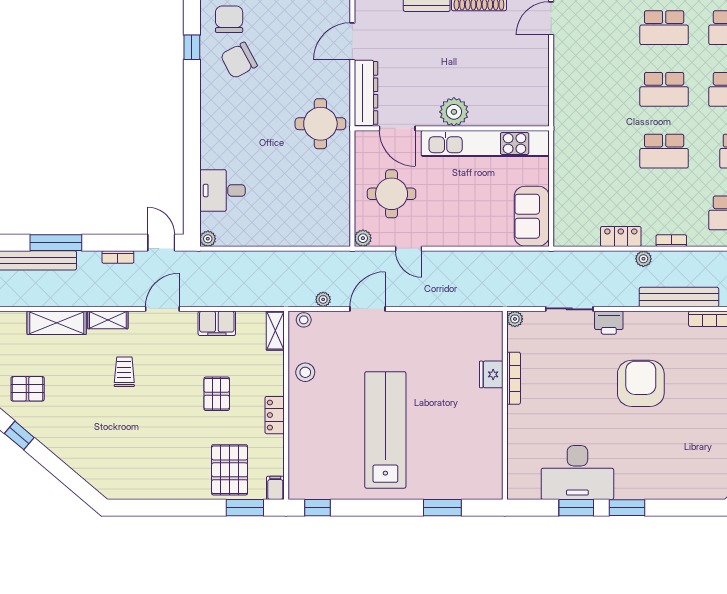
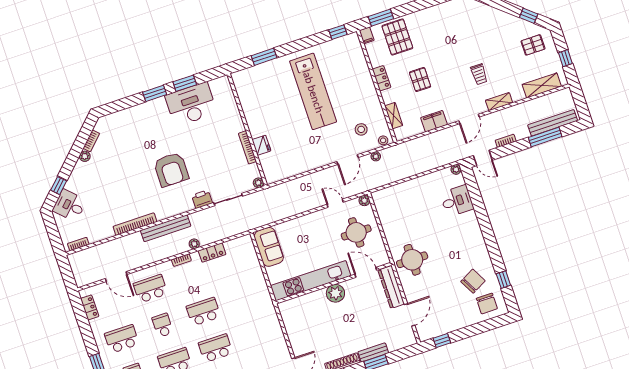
shelving: (57, 323) -> (542, 85), moved
shelving: (275, 331) -> (394, 116), moved
stool: (305, 372) -> (361, 129), moved

